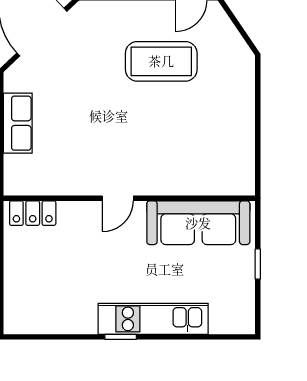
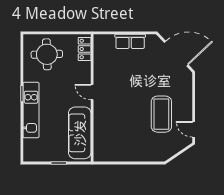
round table: (43, 288) -> (47, 54), added

